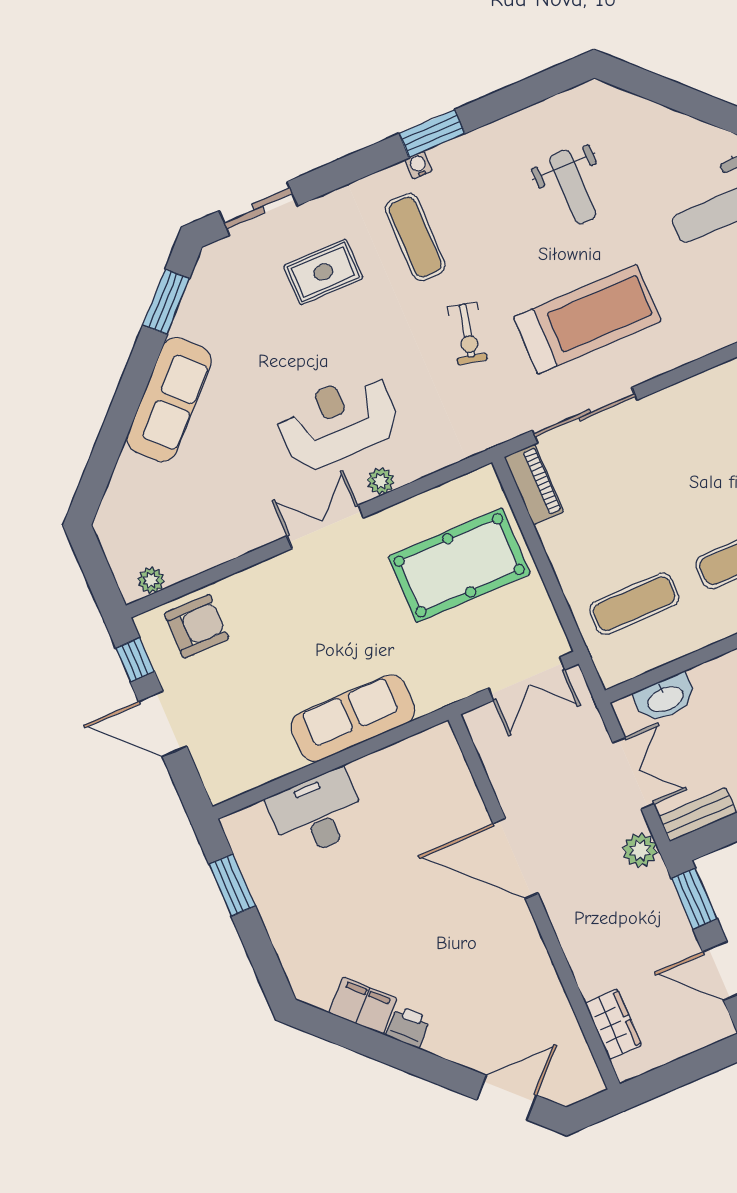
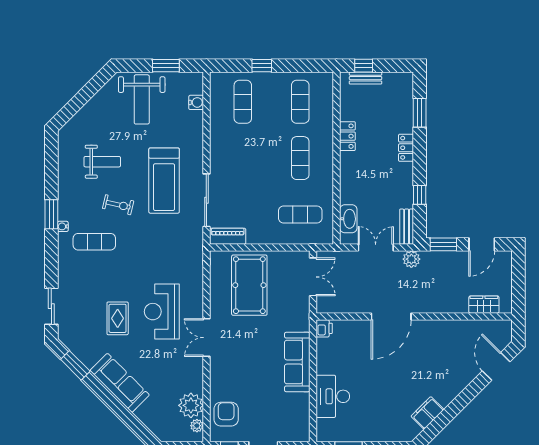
rug: (323, 272) -> (118, 318), moved
treadmill: (587, 319) -> (164, 181), turned 180
exercise bike: (468, 333) -> (118, 205), moved
plant: (381, 481) -> (191, 405), moved, width x1.88, depth x1.88
exercise mat: (634, 604) -> (300, 214), turned 90
printer: (408, 1027) -> (324, 328), moved, turned 135

